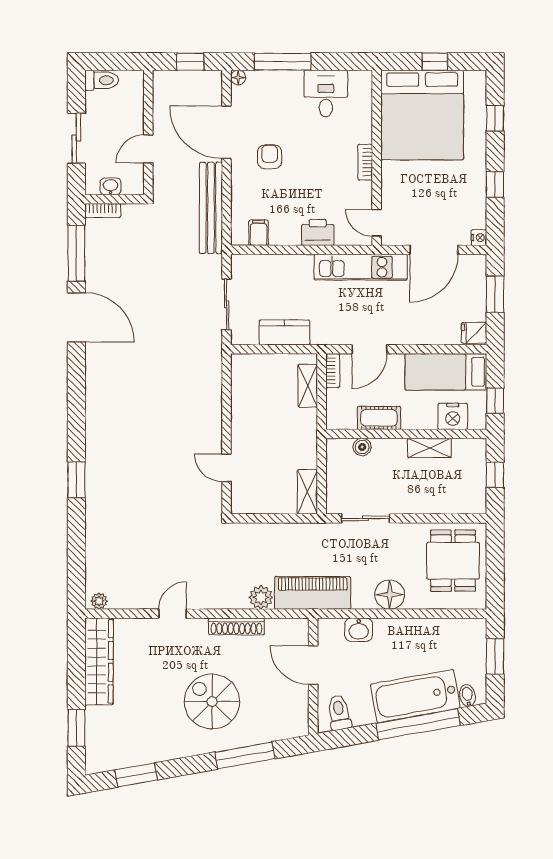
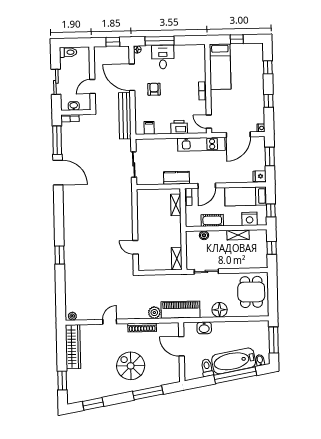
desk: (326, 94) -> (163, 57), moved
bed: (422, 115) -> (220, 67), width x0.49
kitchen counter: (284, 332) -> (177, 178), moved
window: (495, 656) -> (274, 340), width x1.44
toilet: (339, 713) -> (207, 368), moved

